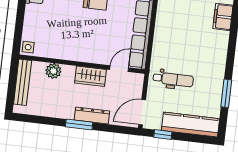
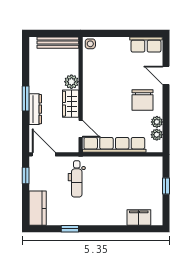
plant: (53, 71) -> (71, 82), moved
window: (226, 93) -> (70, 229), width x0.67
kitchen counter: (190, 125) -> (38, 208), width x0.67

